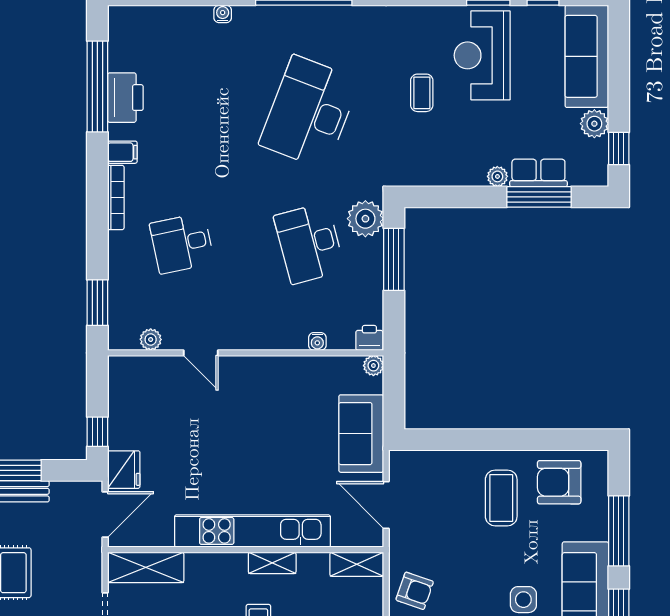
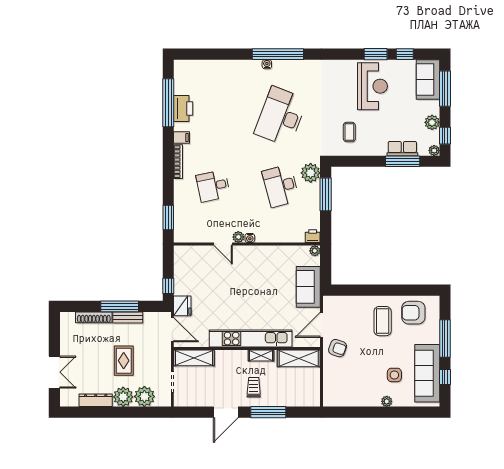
water cooler: (223, 14) -> (267, 64), moved
reception desk: (482, 55) -> (372, 86), turned 180
sofa: (587, 56) -> (428, 80), width x0.73
window: (619, 60) -> (445, 89), added
coffee table: (422, 93) -> (349, 132), moved
plant: (497, 176) -> (434, 150), moved
plant: (151, 339) -> (238, 237), moved
water cooler: (317, 341) -> (250, 238), moved
door: (386, 505) -> (322, 325), hinge flipped
door: (105, 514) -> (172, 330), hinge flipped
shelving: (357, 564) -> (299, 358), width x1.50, depth x1.33
armchair: (415, 591) -> (338, 348), moved

